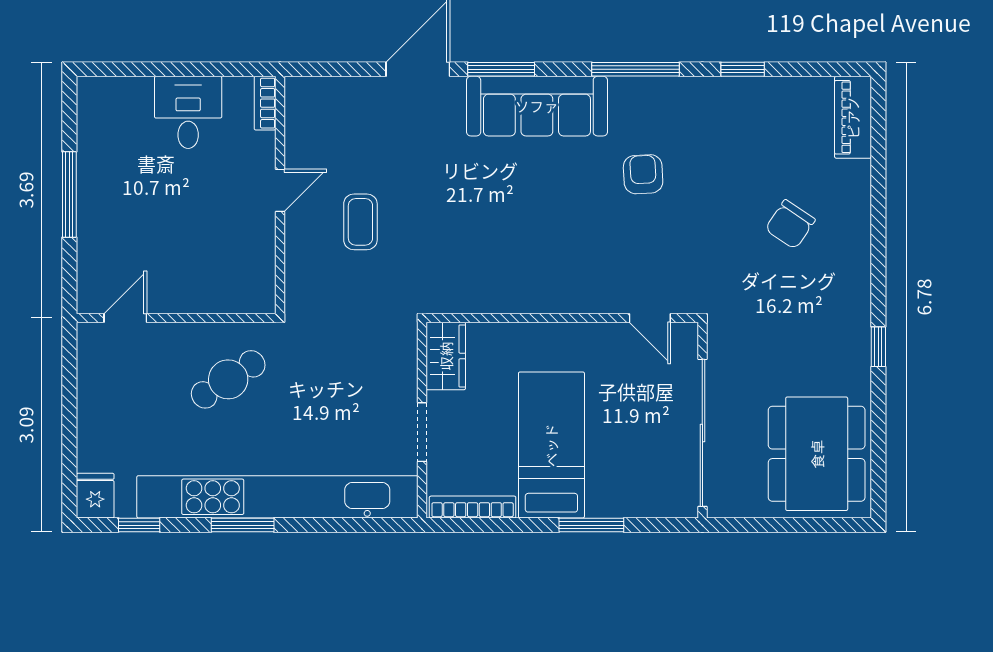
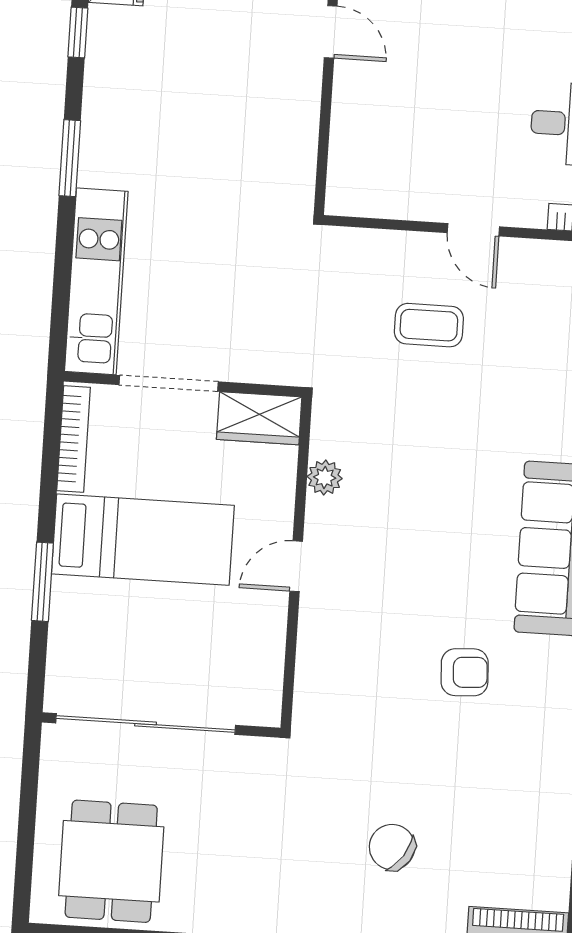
plant: (491, 299) -> (325, 478), added
door: (650, 318) -> (296, 566), moved
cafe table: (228, 379) -> (248, 152), removed
doorway: (422, 432) -> (169, 383), width x1.38
dining table: (817, 454) -> (111, 861), width x0.73
kitchen unit: (277, 497) -> (96, 281), width x0.54

